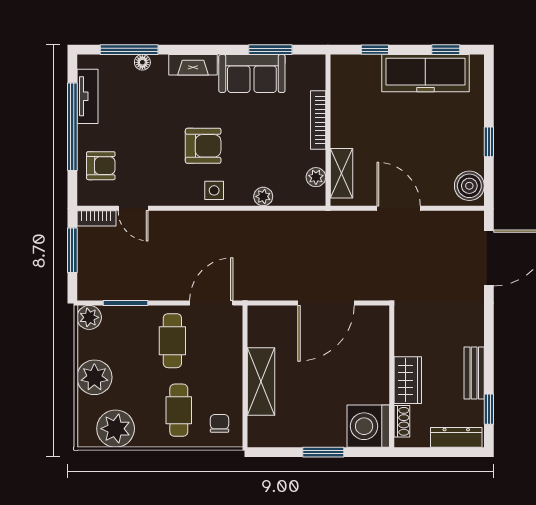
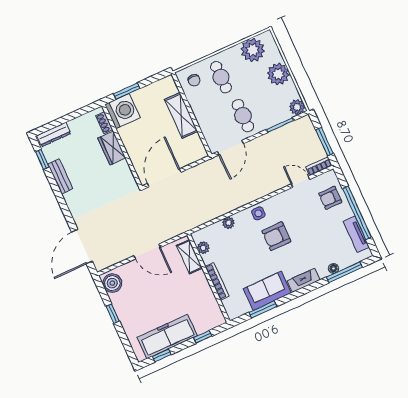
wall: (392, 376) -> (122, 146), moved
wardrobe: (408, 380) -> (112, 148), moved
shoe rack: (402, 421) -> (104, 123), moved
washing machine: (368, 426) -> (122, 111), moved

